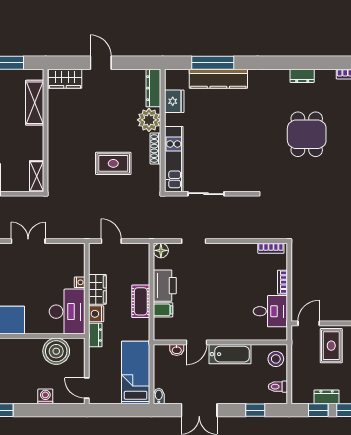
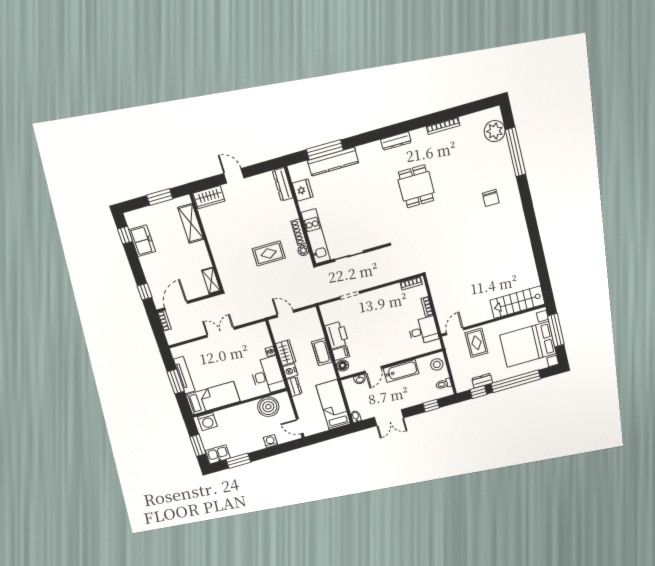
dresser: (302, 76) -> (396, 141), width x1.44
plant: (149, 120) -> (303, 251), moved, width x0.53, depth x0.53
floor lamp: (161, 250) -> (343, 365), moved

